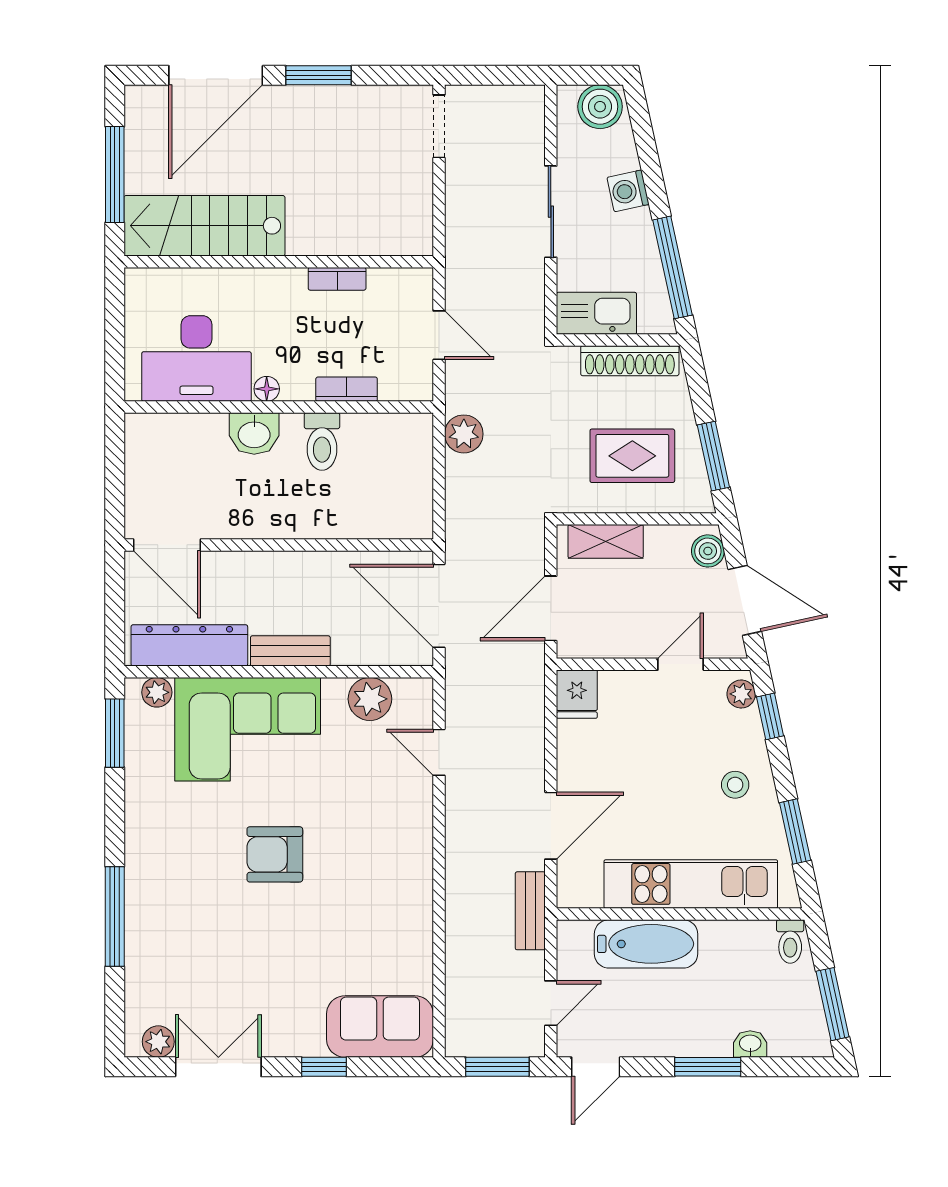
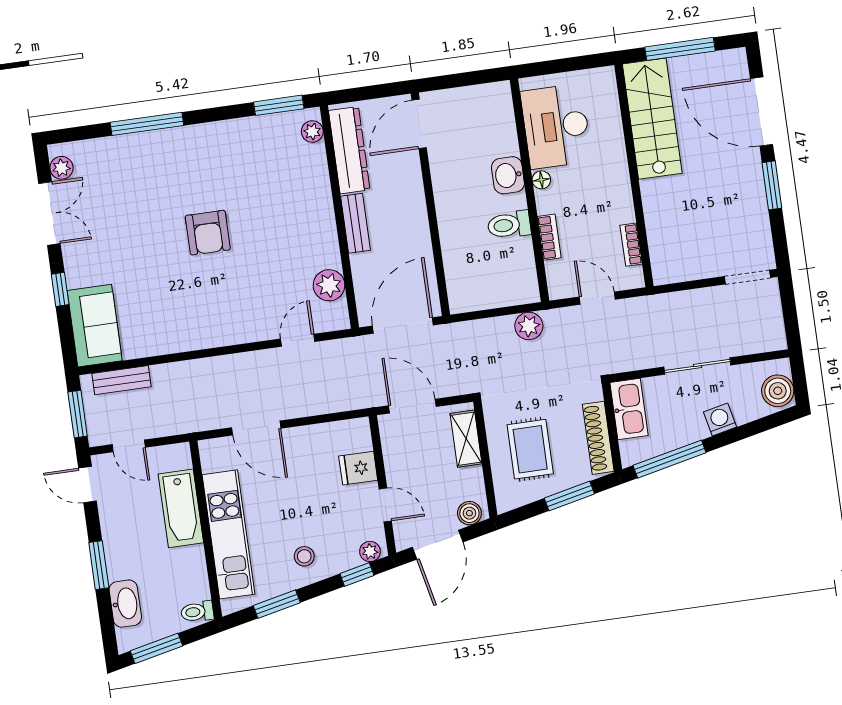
bookcase: (337, 279) -> (631, 245), moved
door: (439, 335) -> (597, 298), swing flipped
window: (713, 456) -> (569, 496), moved
fridge: (577, 694) -> (358, 468), moved
corner sofa: (248, 729) -> (295, 200), removed
armchair: (275, 854) -> (208, 233), turned 180
bench: (530, 911) -> (122, 380), moved
washbasin: (750, 1044) -> (125, 604), width x1.91, depth x1.45

